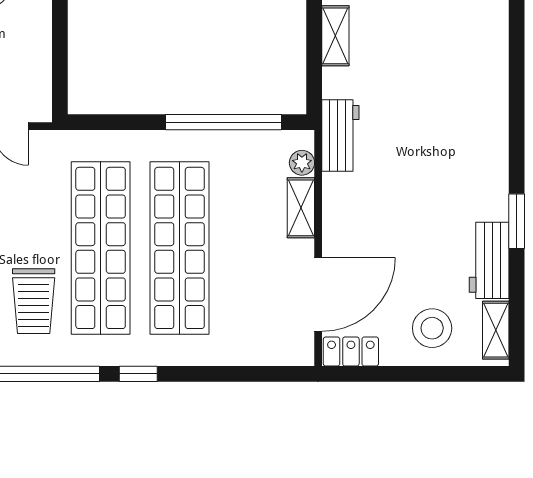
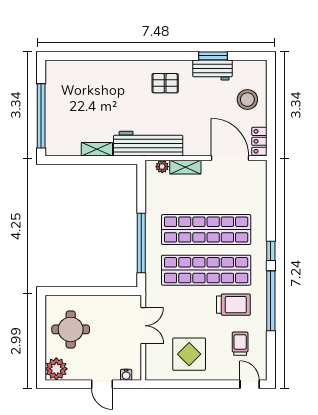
window: (223, 122) -> (141, 243), moved
workbench: (340, 135) -> (148, 144), width x1.88, depth x1.32
pallet: (464, 168) -> (165, 83), added
window: (517, 221) -> (213, 56), moved
shelving: (496, 330) -> (248, 67), removed

